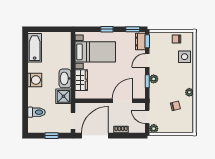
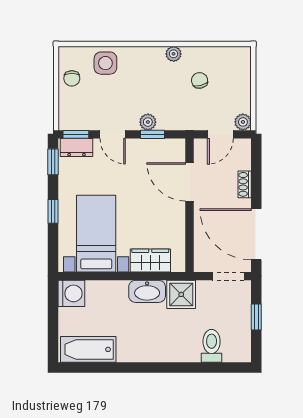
washing machine: (35, 80) -> (71, 293), moved, turned 90

